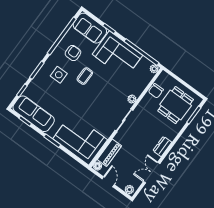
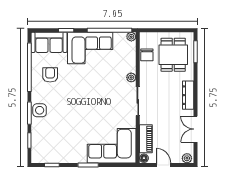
side table: (59, 75) -> (40, 110), moved
coffee table: (85, 76) -> (75, 87), removed
sofa: (34, 114) -> (55, 153), removed
dresser: (162, 146) -> (188, 95), width x1.44

